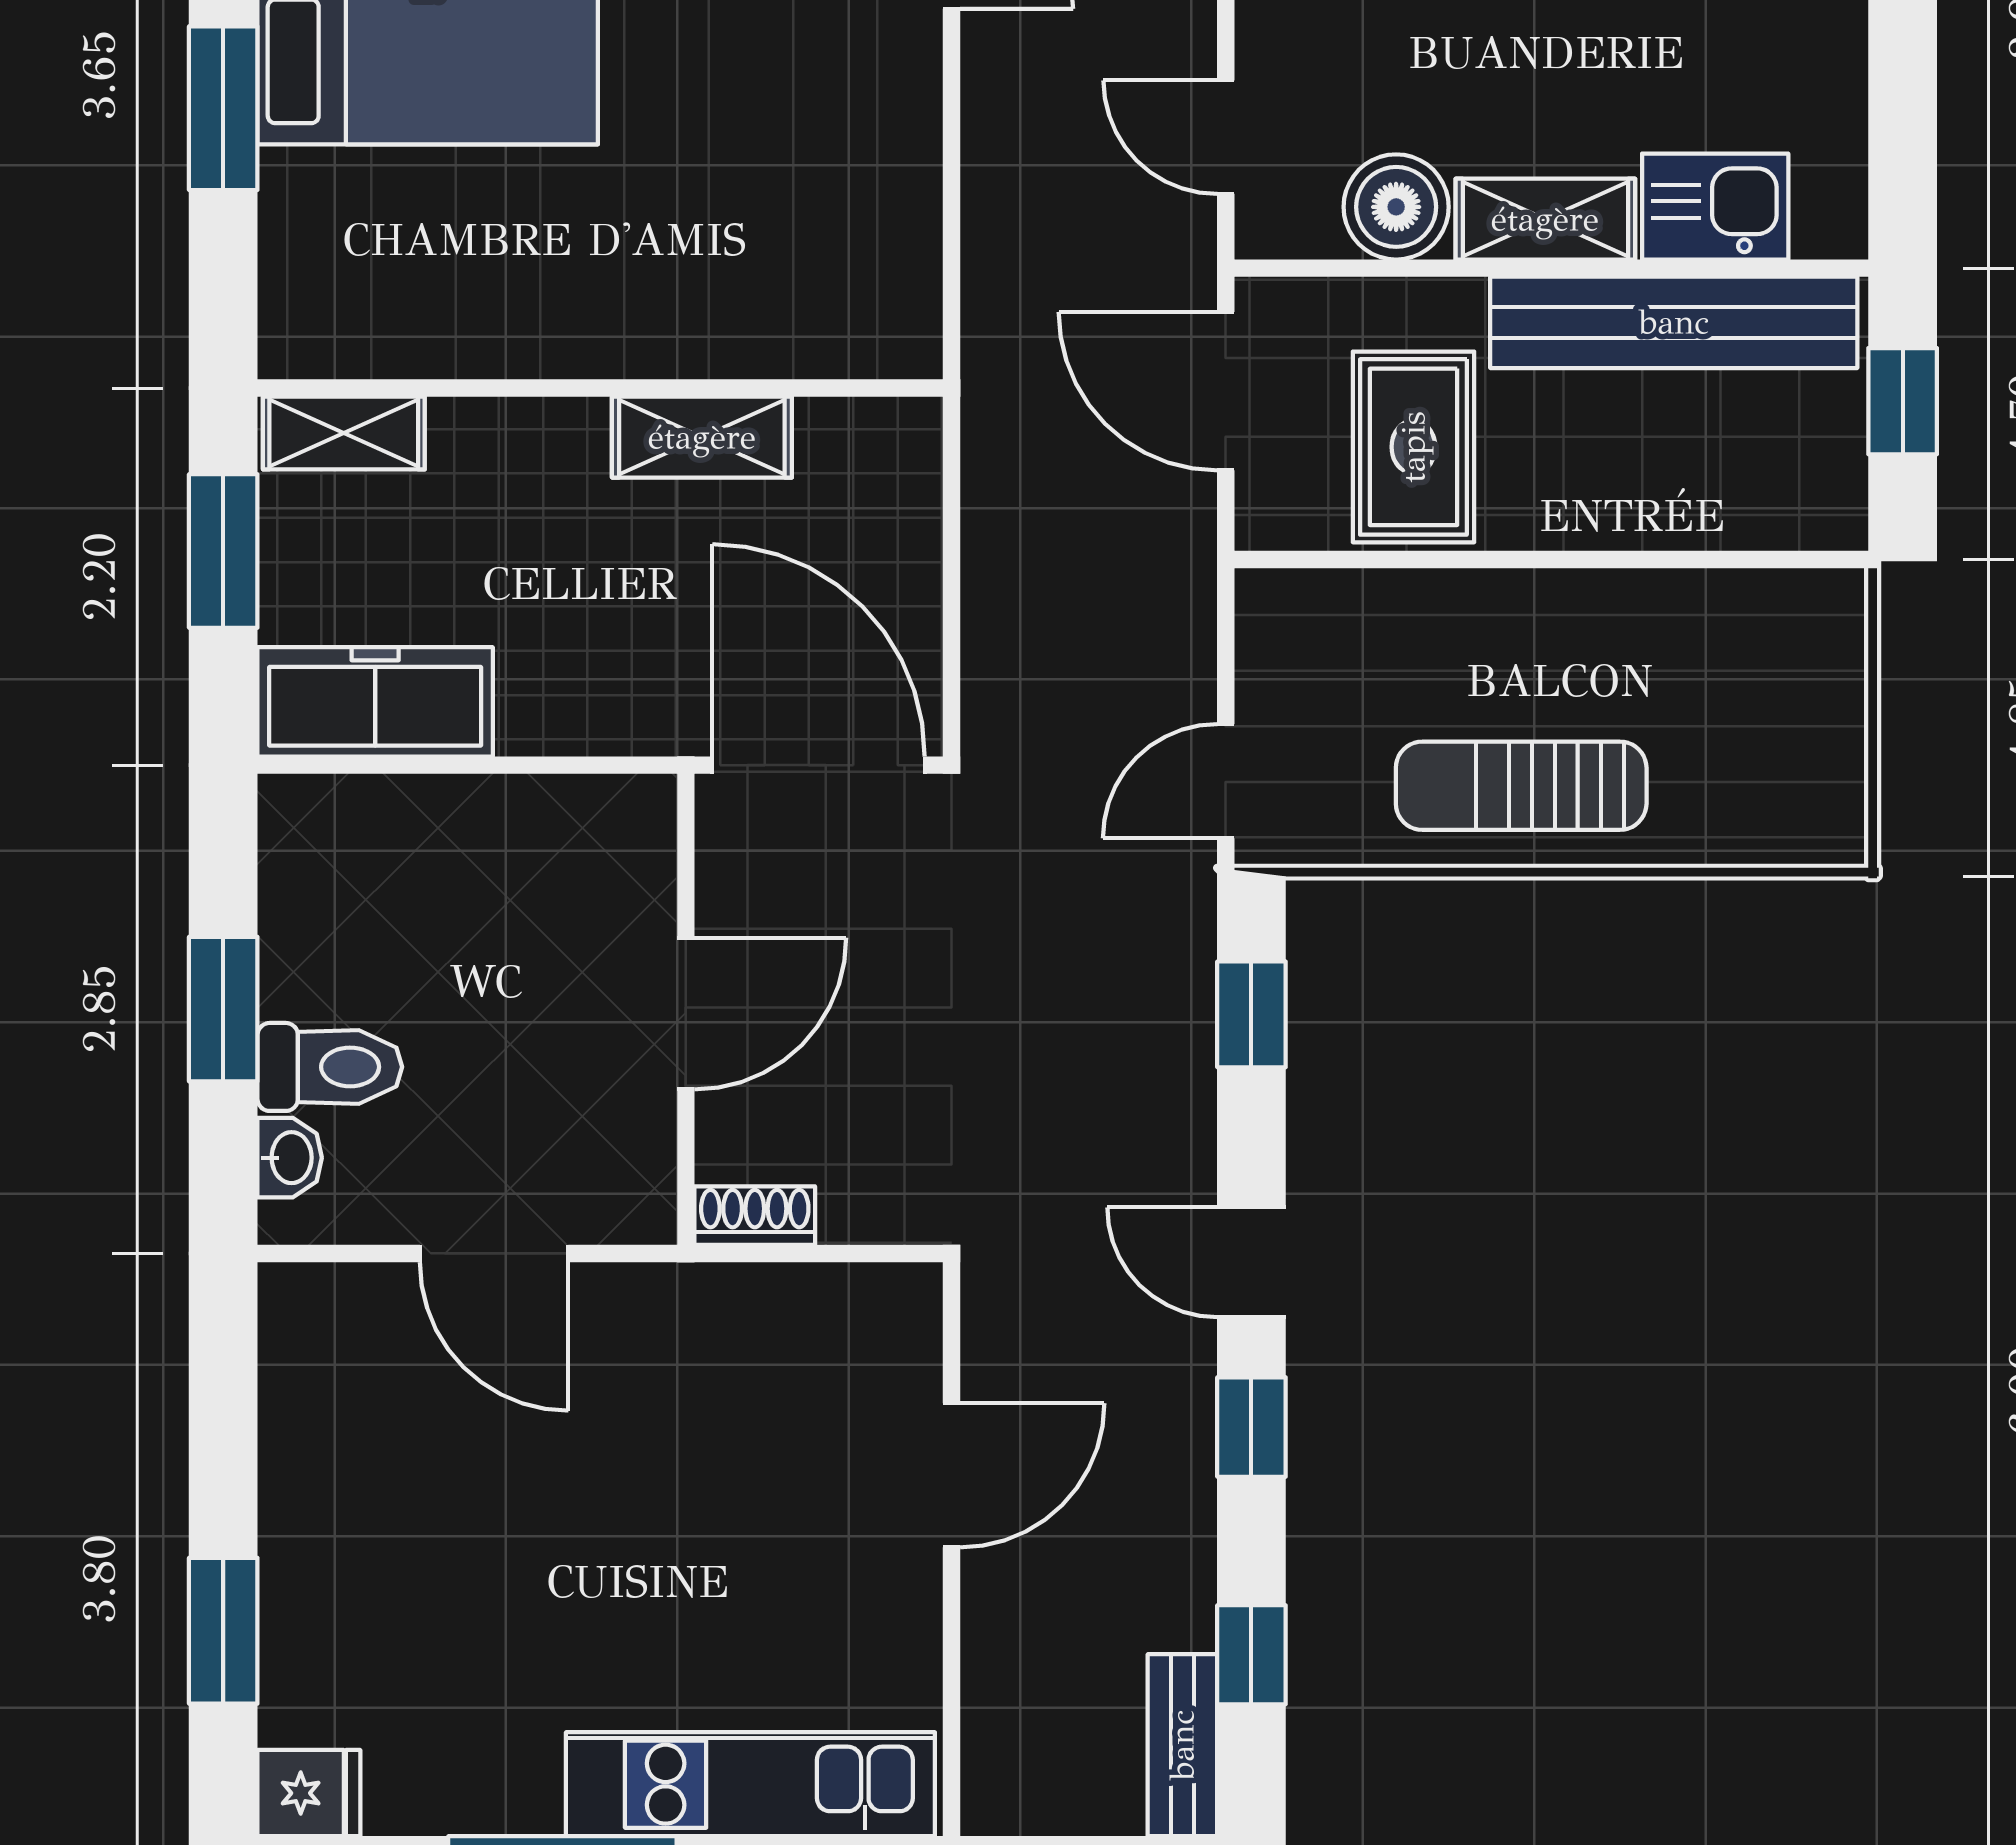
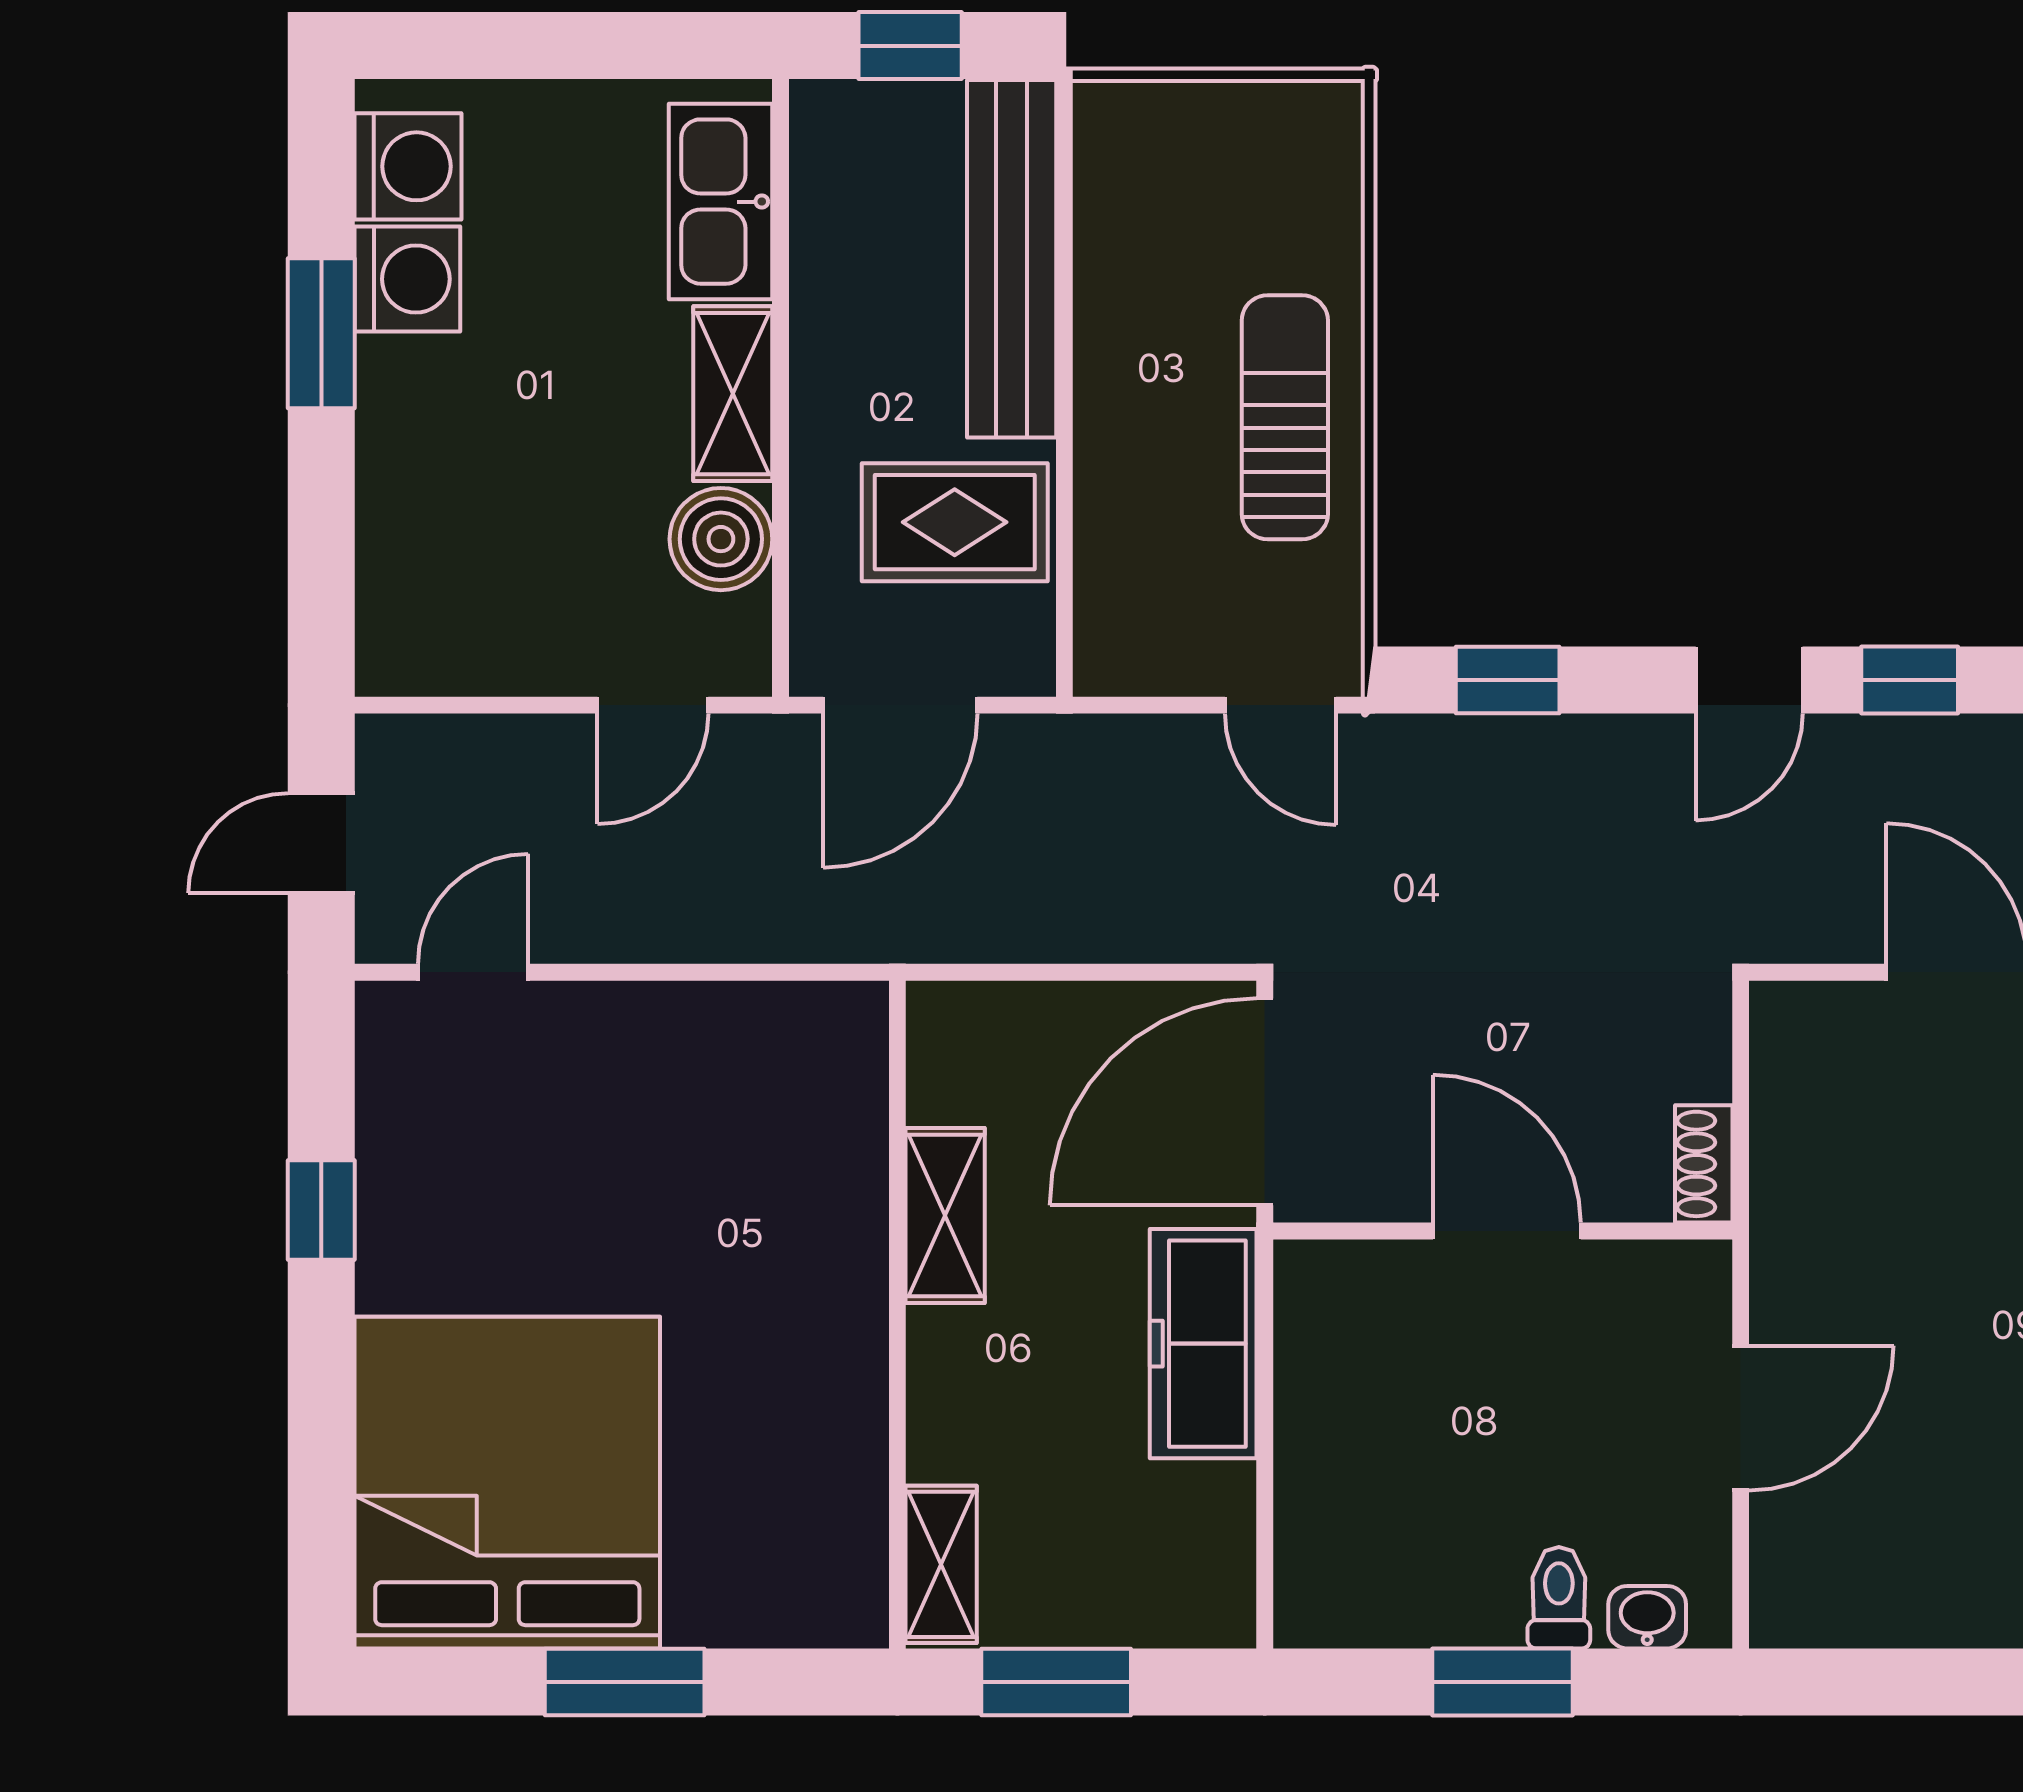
kitchen sink: (1715, 207) -> (721, 202), width x1.38
bench: (1674, 322) -> (1012, 259), moved
freezer: (375, 702) -> (1203, 1344), moved
sun lounger: (1521, 786) -> (1285, 417), turned 180
toilet: (330, 1067) -> (1559, 1598), width x0.73, depth x0.72

